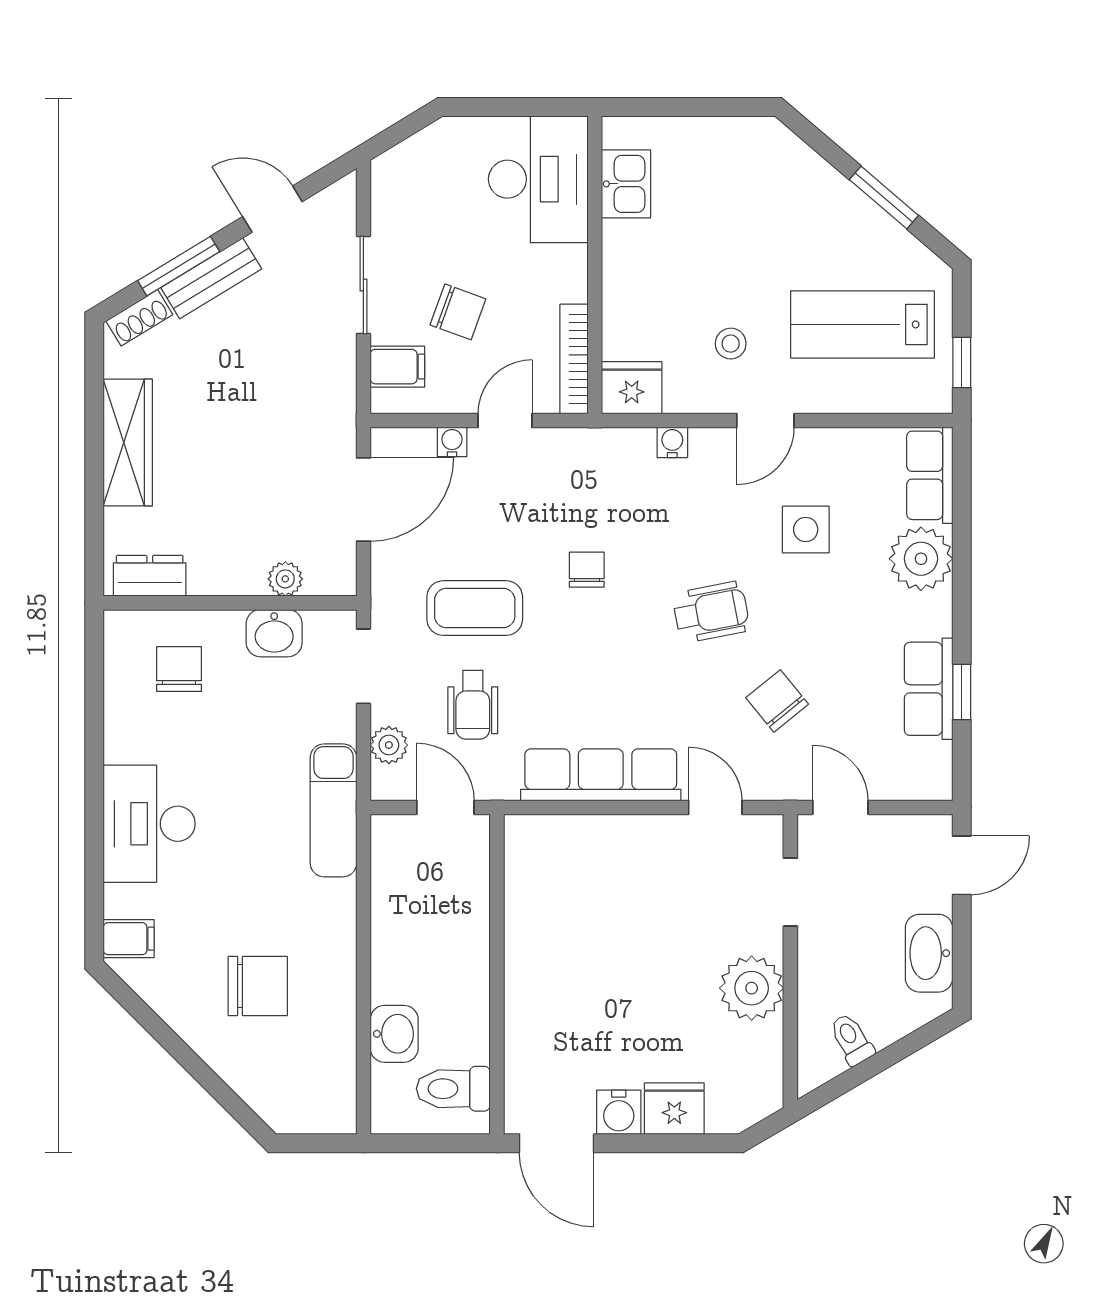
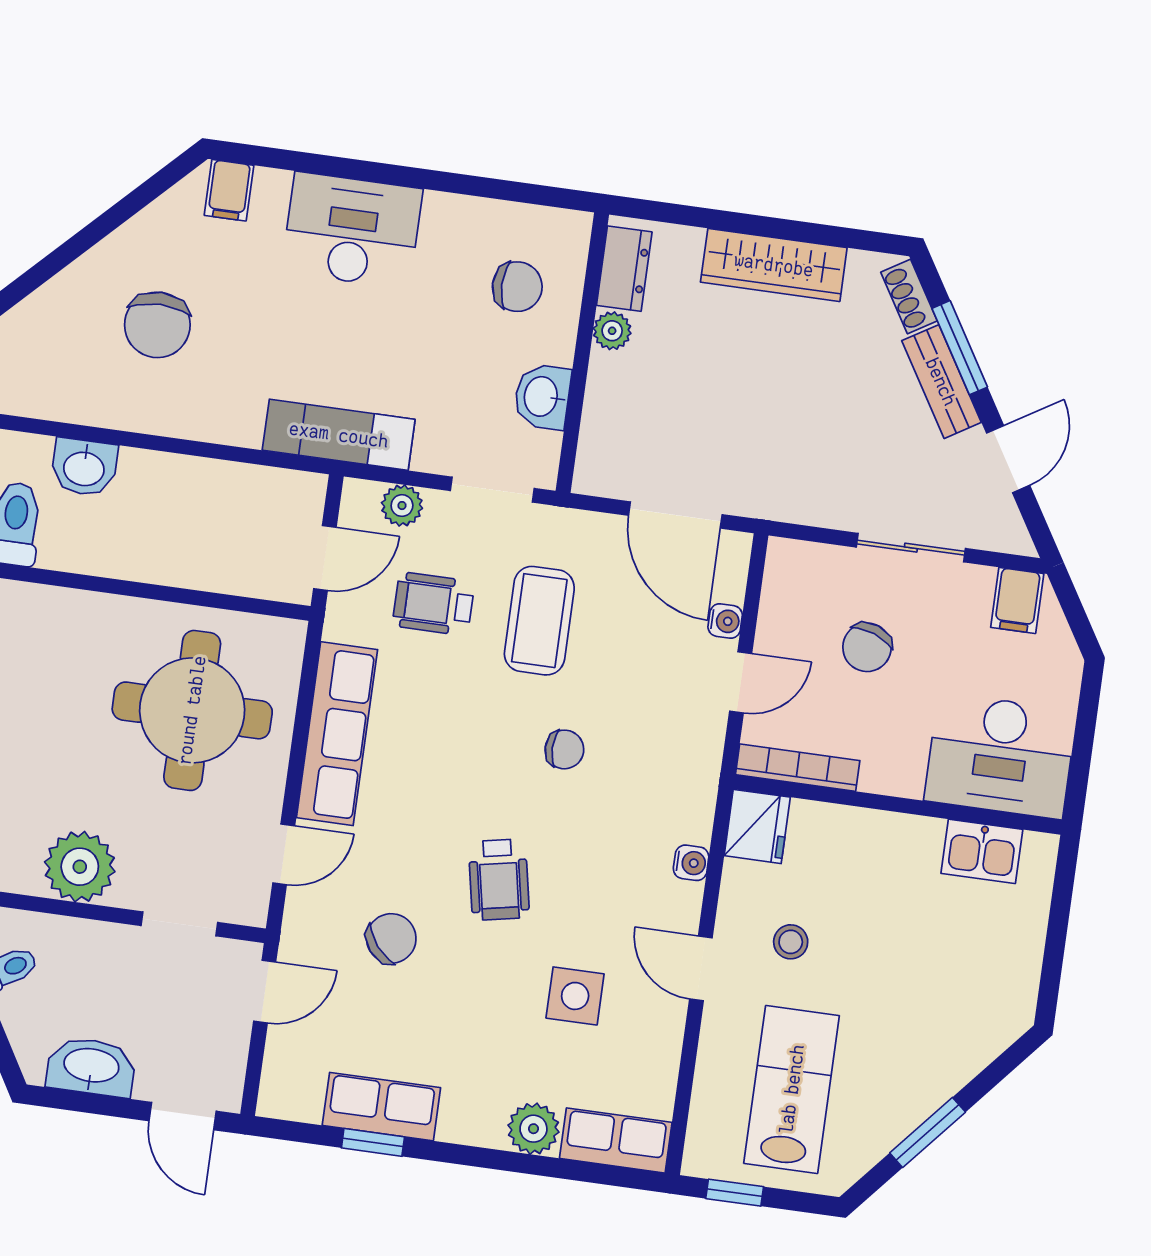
filing cabinet: (397, 367) -> (1017, 600), moved
door: (505, 420) -> (741, 682), hinge flipped
plant: (921, 559) -> (533, 1129), width x0.73, depth x0.73
plant: (285, 579) -> (612, 331), moved
round table: (598, 907) -> (192, 710), added

